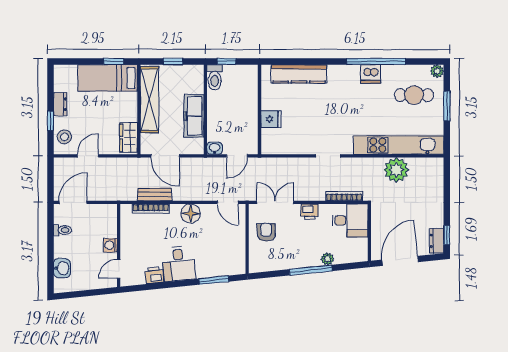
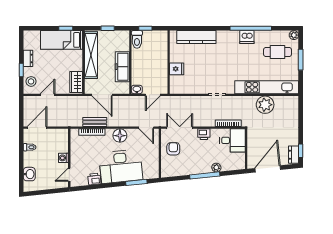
desk: (179, 264) -> (121, 166), width x1.87, depth x1.30

